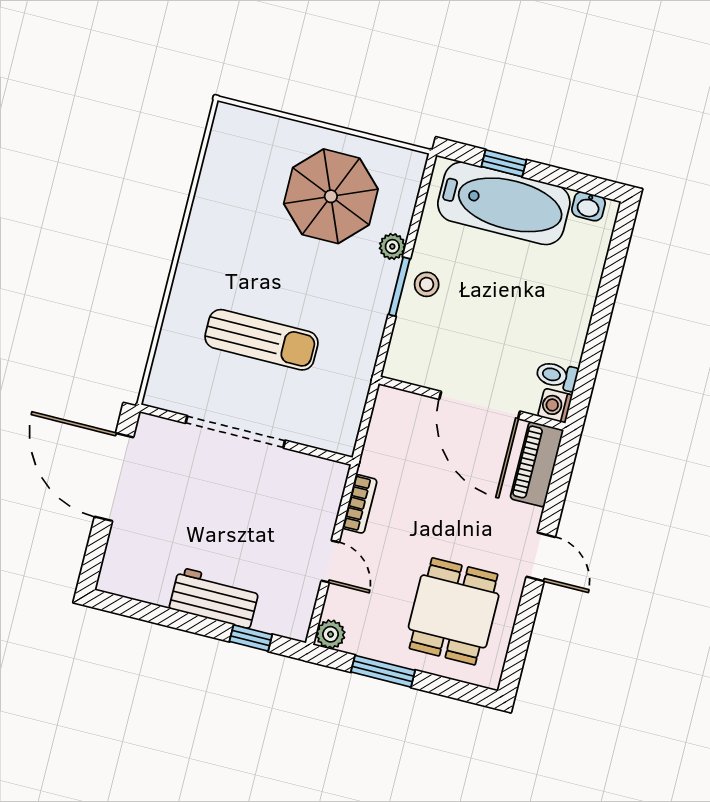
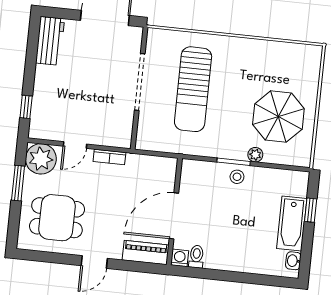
bathtub: (504, 203) -> (292, 223), width x0.73, depth x0.73
sun lounger: (261, 340) -> (193, 89), width x1.36, depth x1.34
workbench: (214, 598) -> (50, 41), moved
plant: (331, 634) -> (41, 159), width x1.88, depth x1.88

